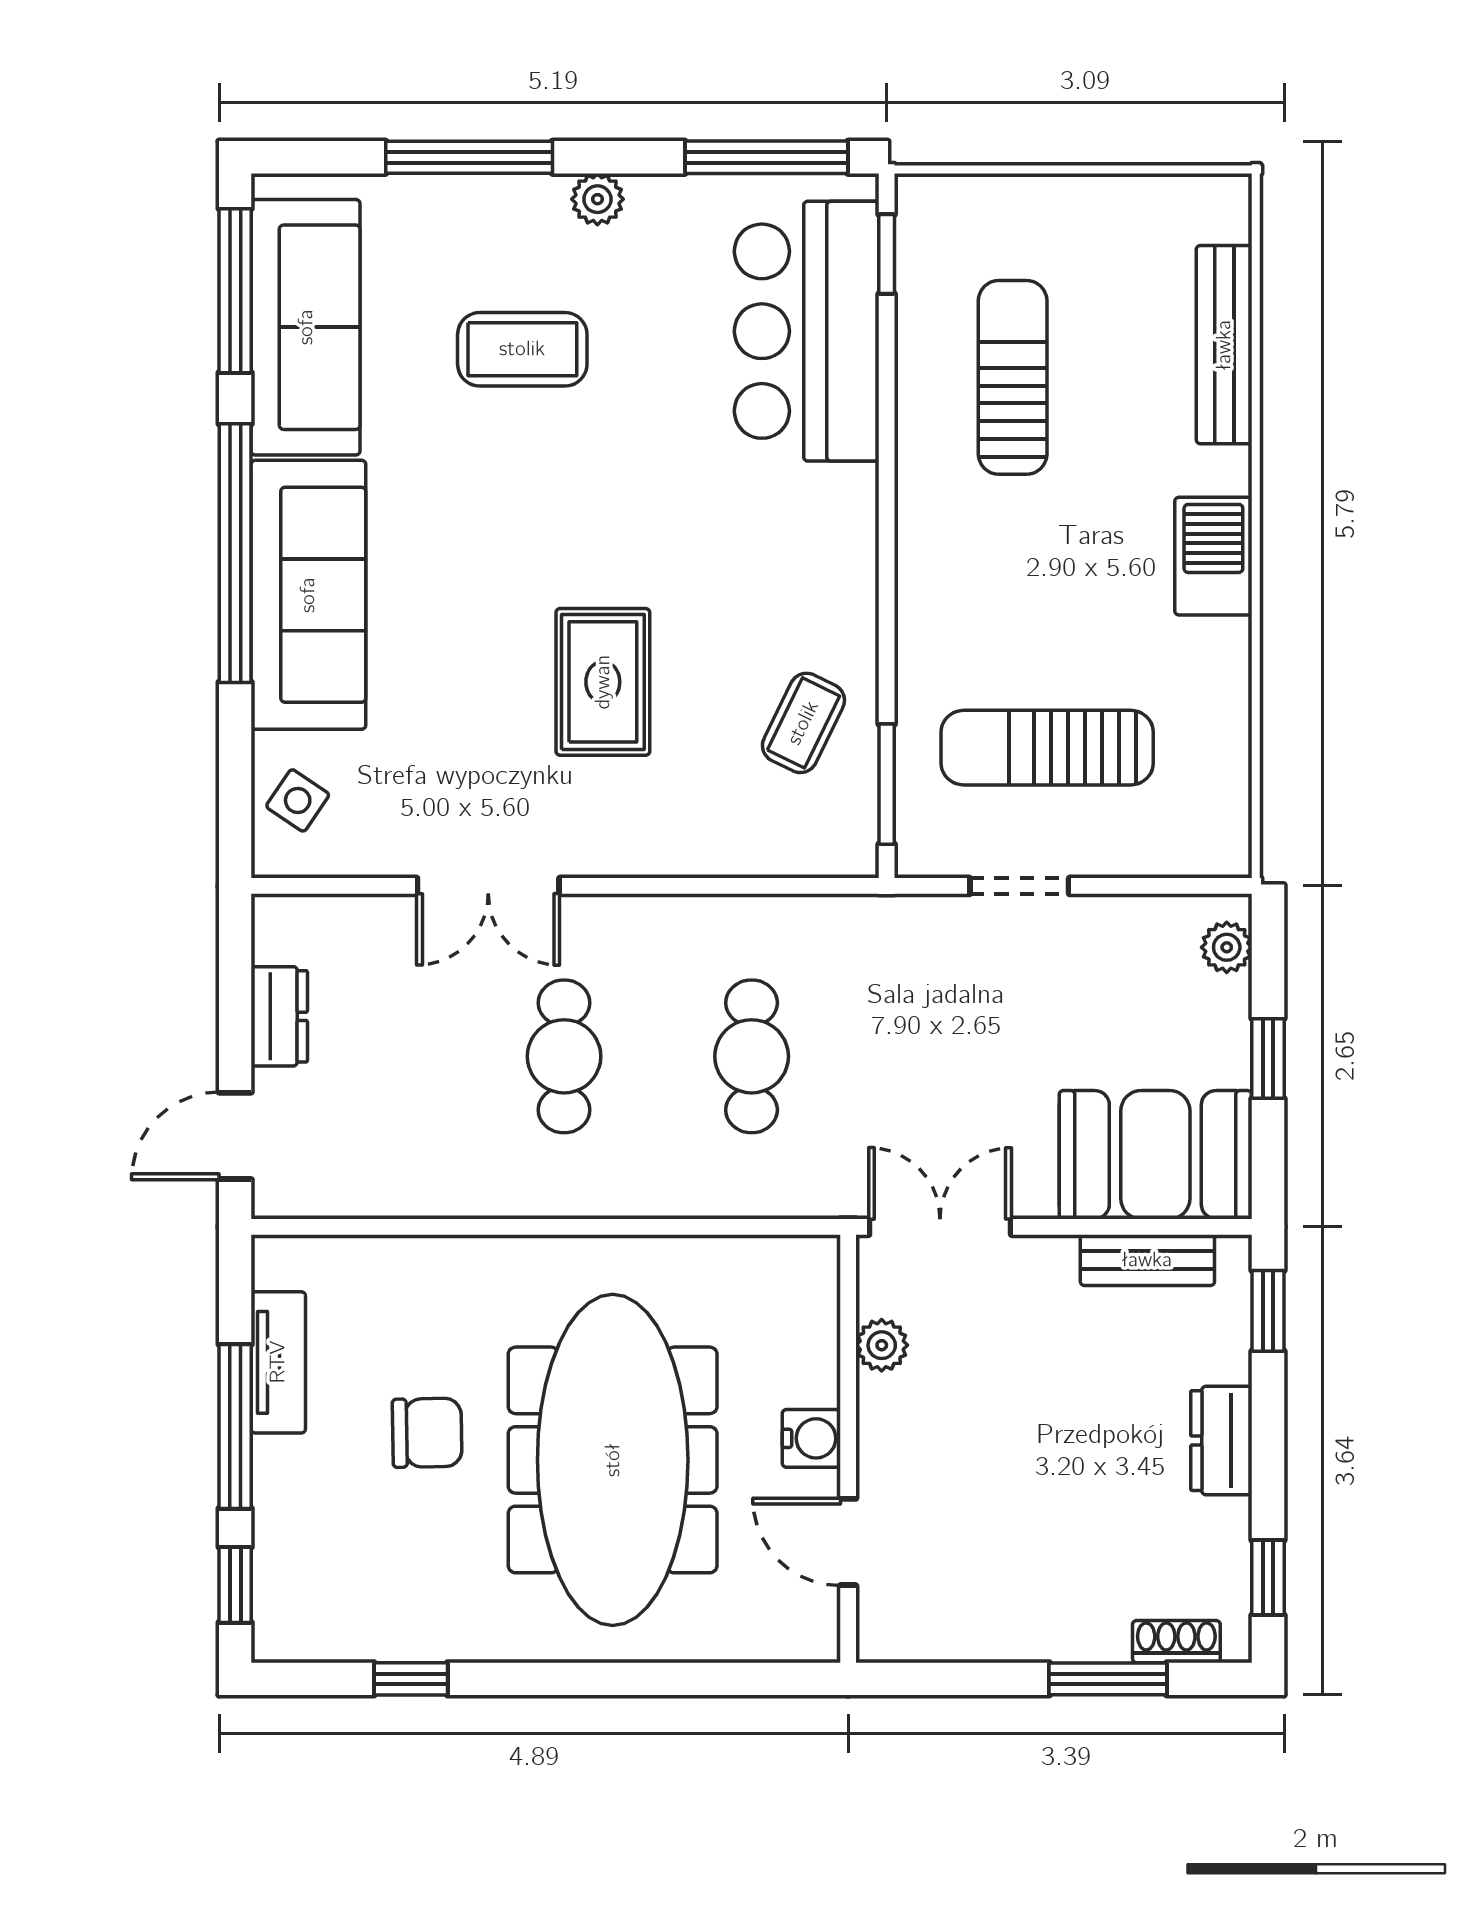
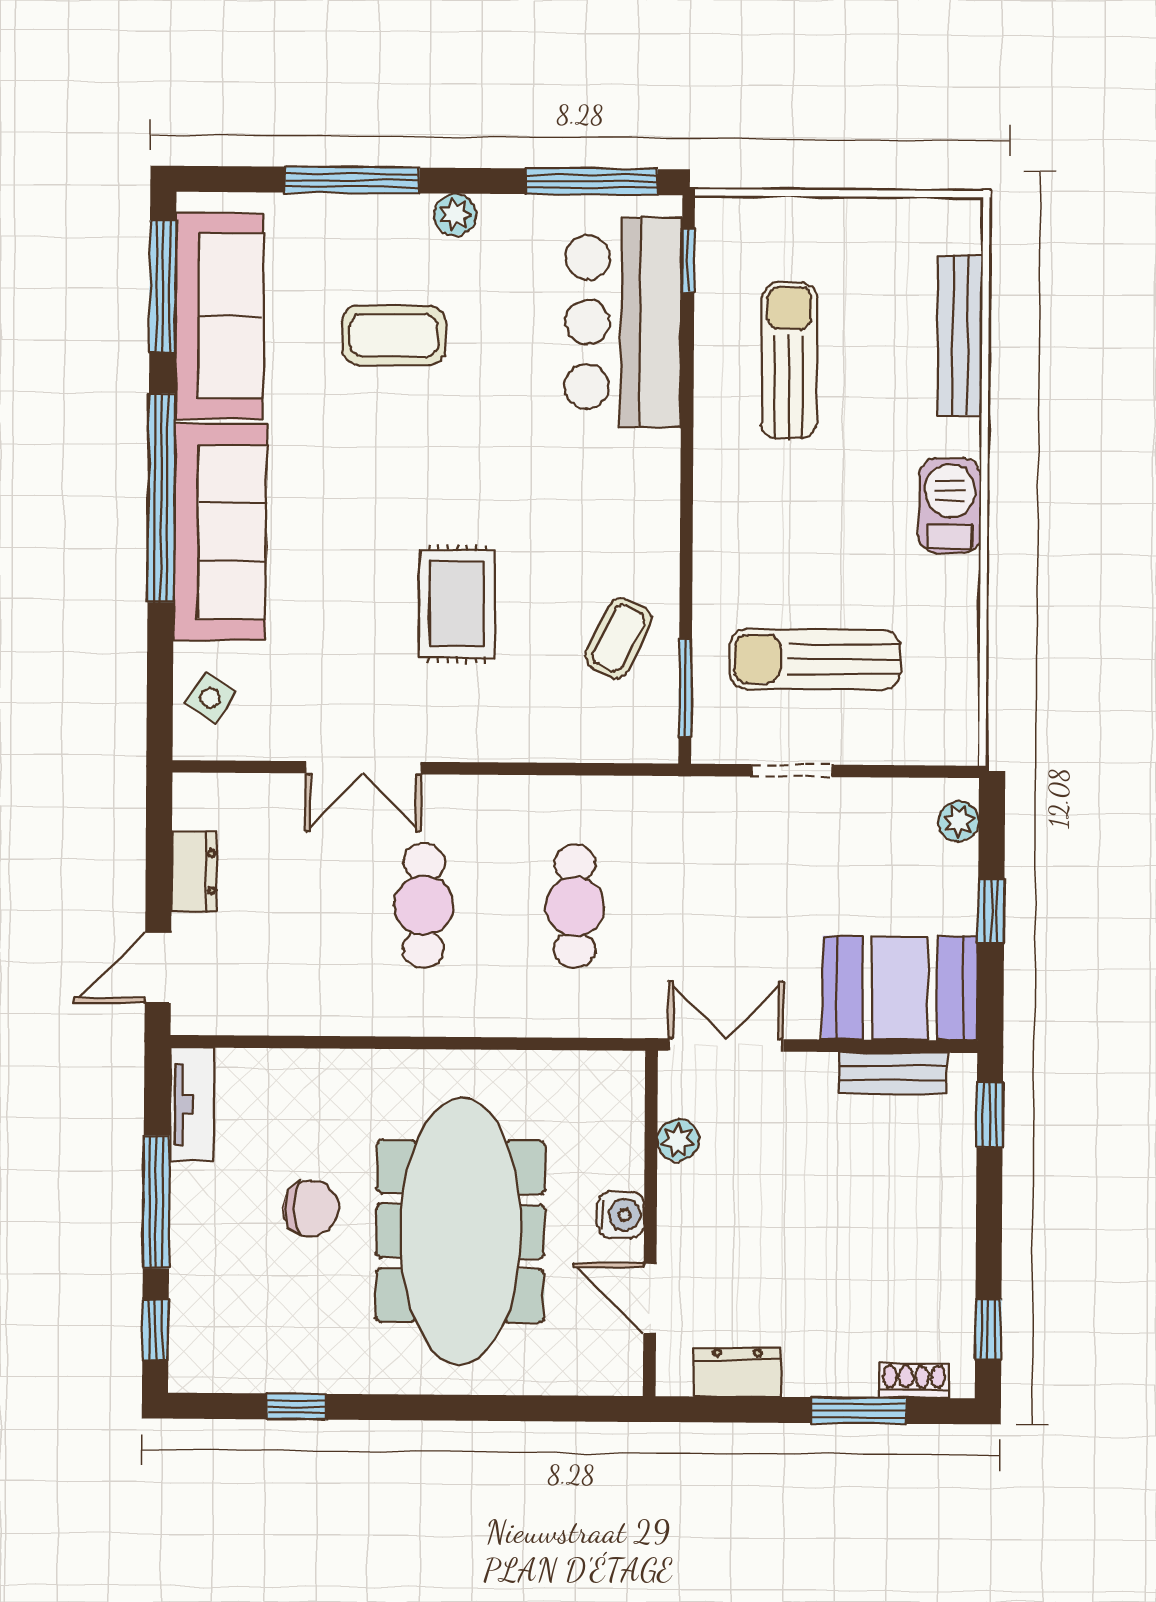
tv unit: (278, 1362) -> (192, 1105), moved
dresser: (1221, 1441) -> (737, 1372), moved, turned 90

